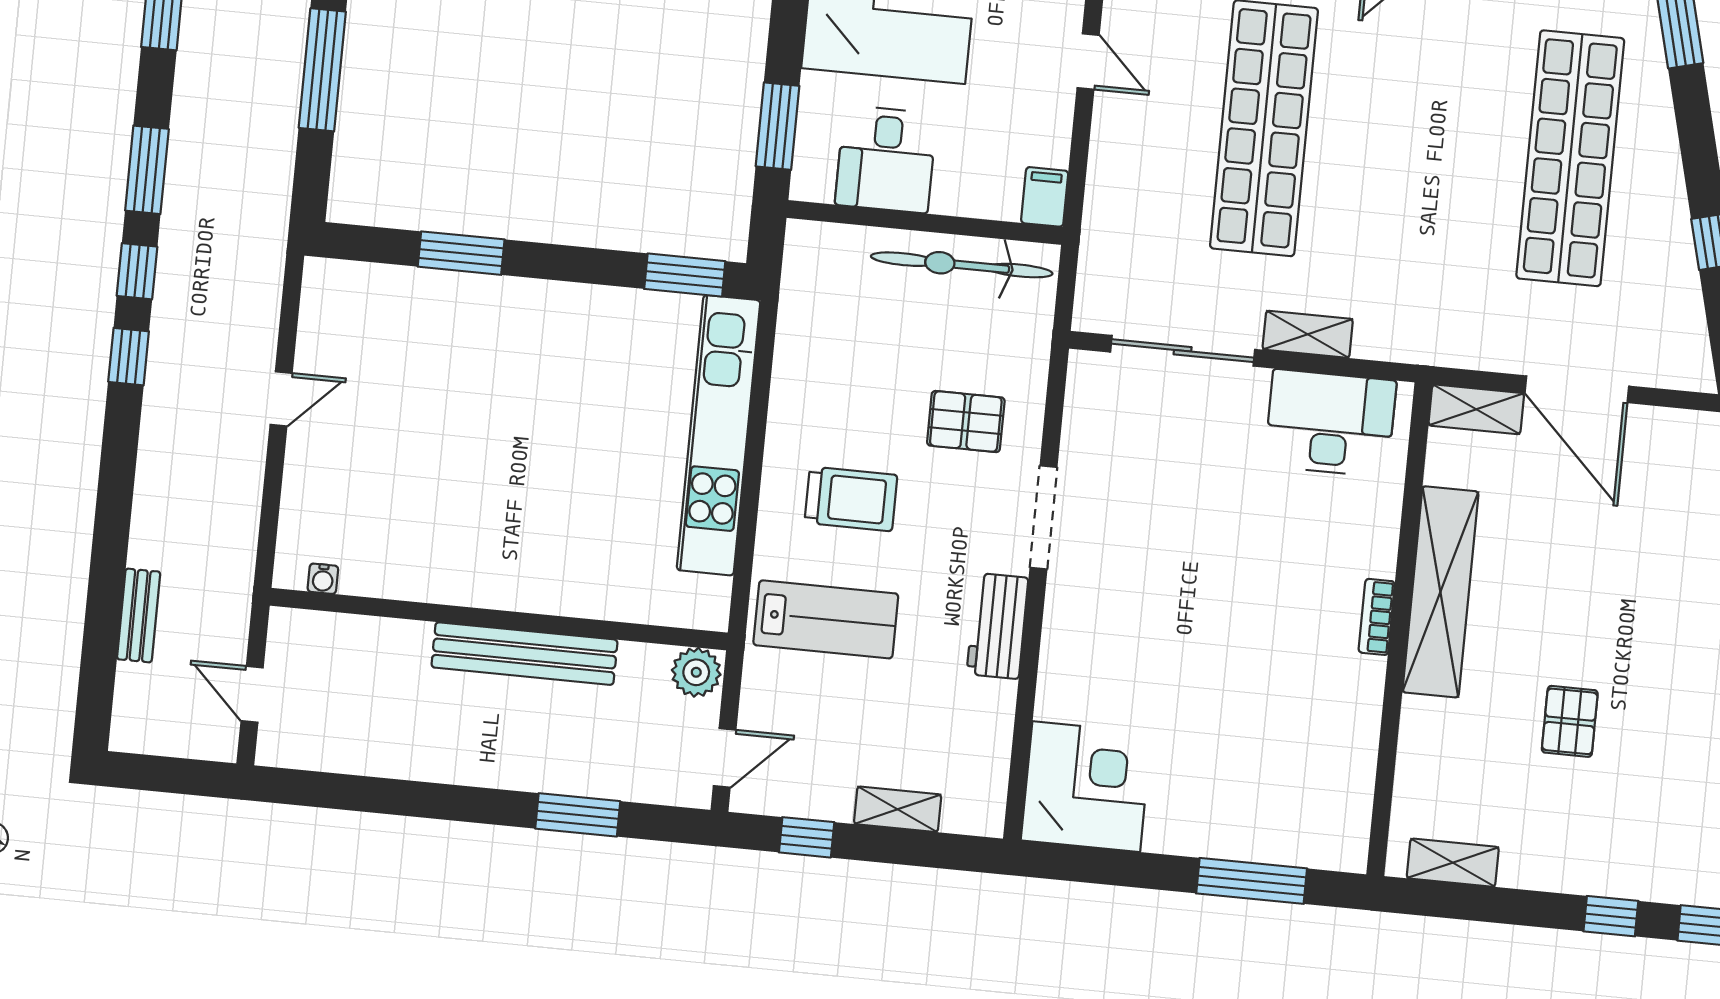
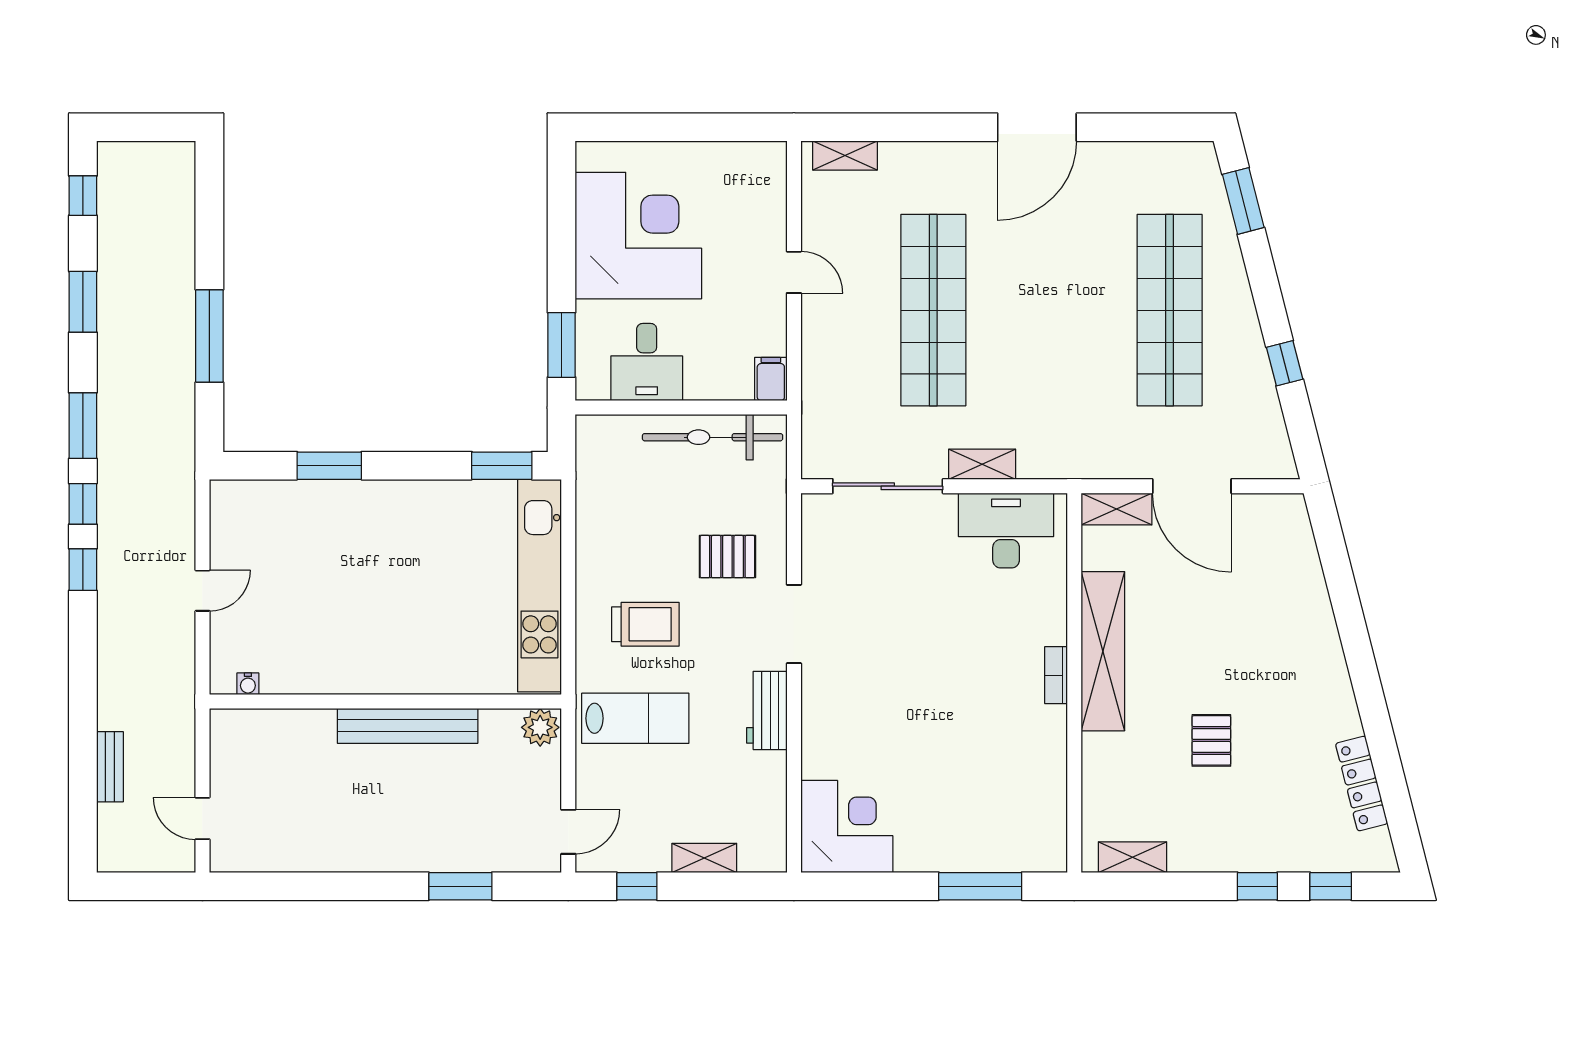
water cooler: (323, 579) -> (248, 684), moved
wall: (499, 619) -> (385, 702), moved
bench: (525, 654) -> (408, 726), moved
plant: (696, 672) -> (540, 727), moved

